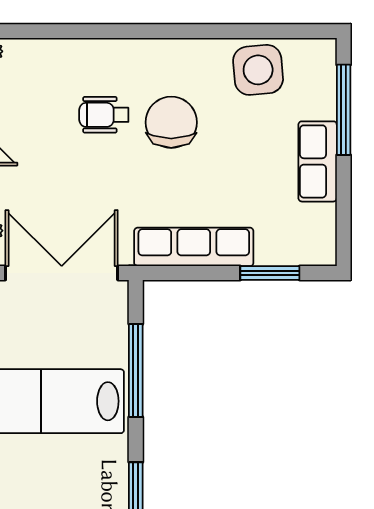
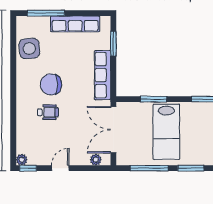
wheelchair: (104, 115) -> (48, 112), turned -90
row of seats: (318, 161) -> (75, 24), width x1.48
window: (136, 370) -> (154, 99), width x0.69

